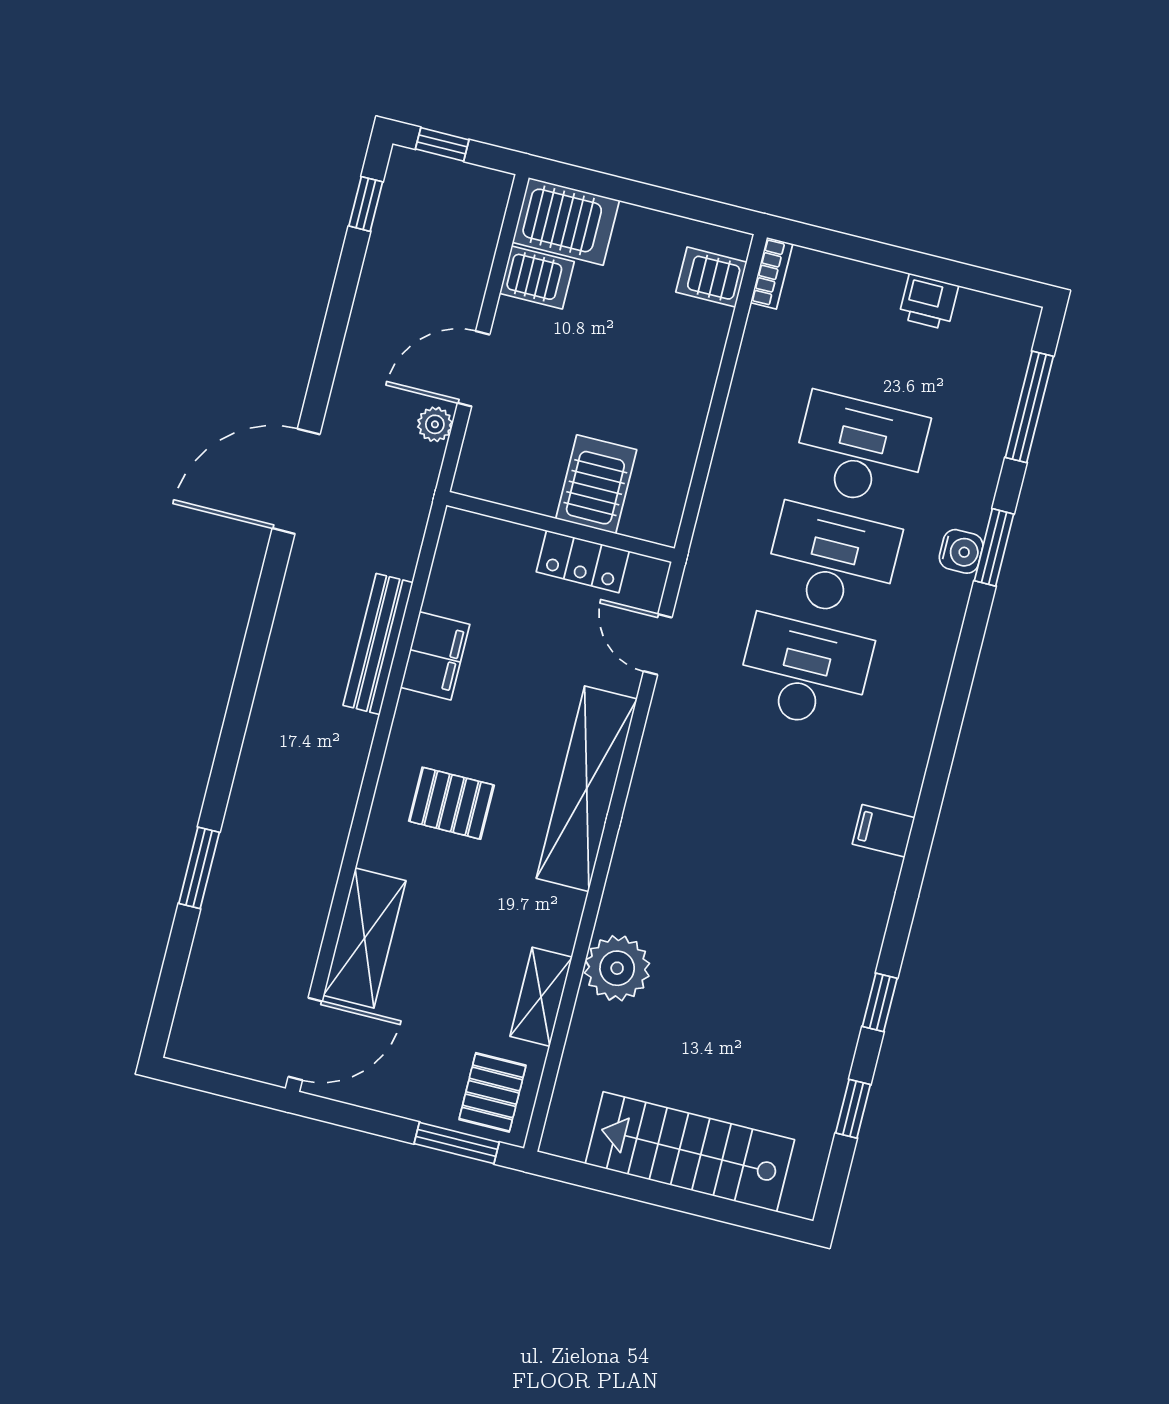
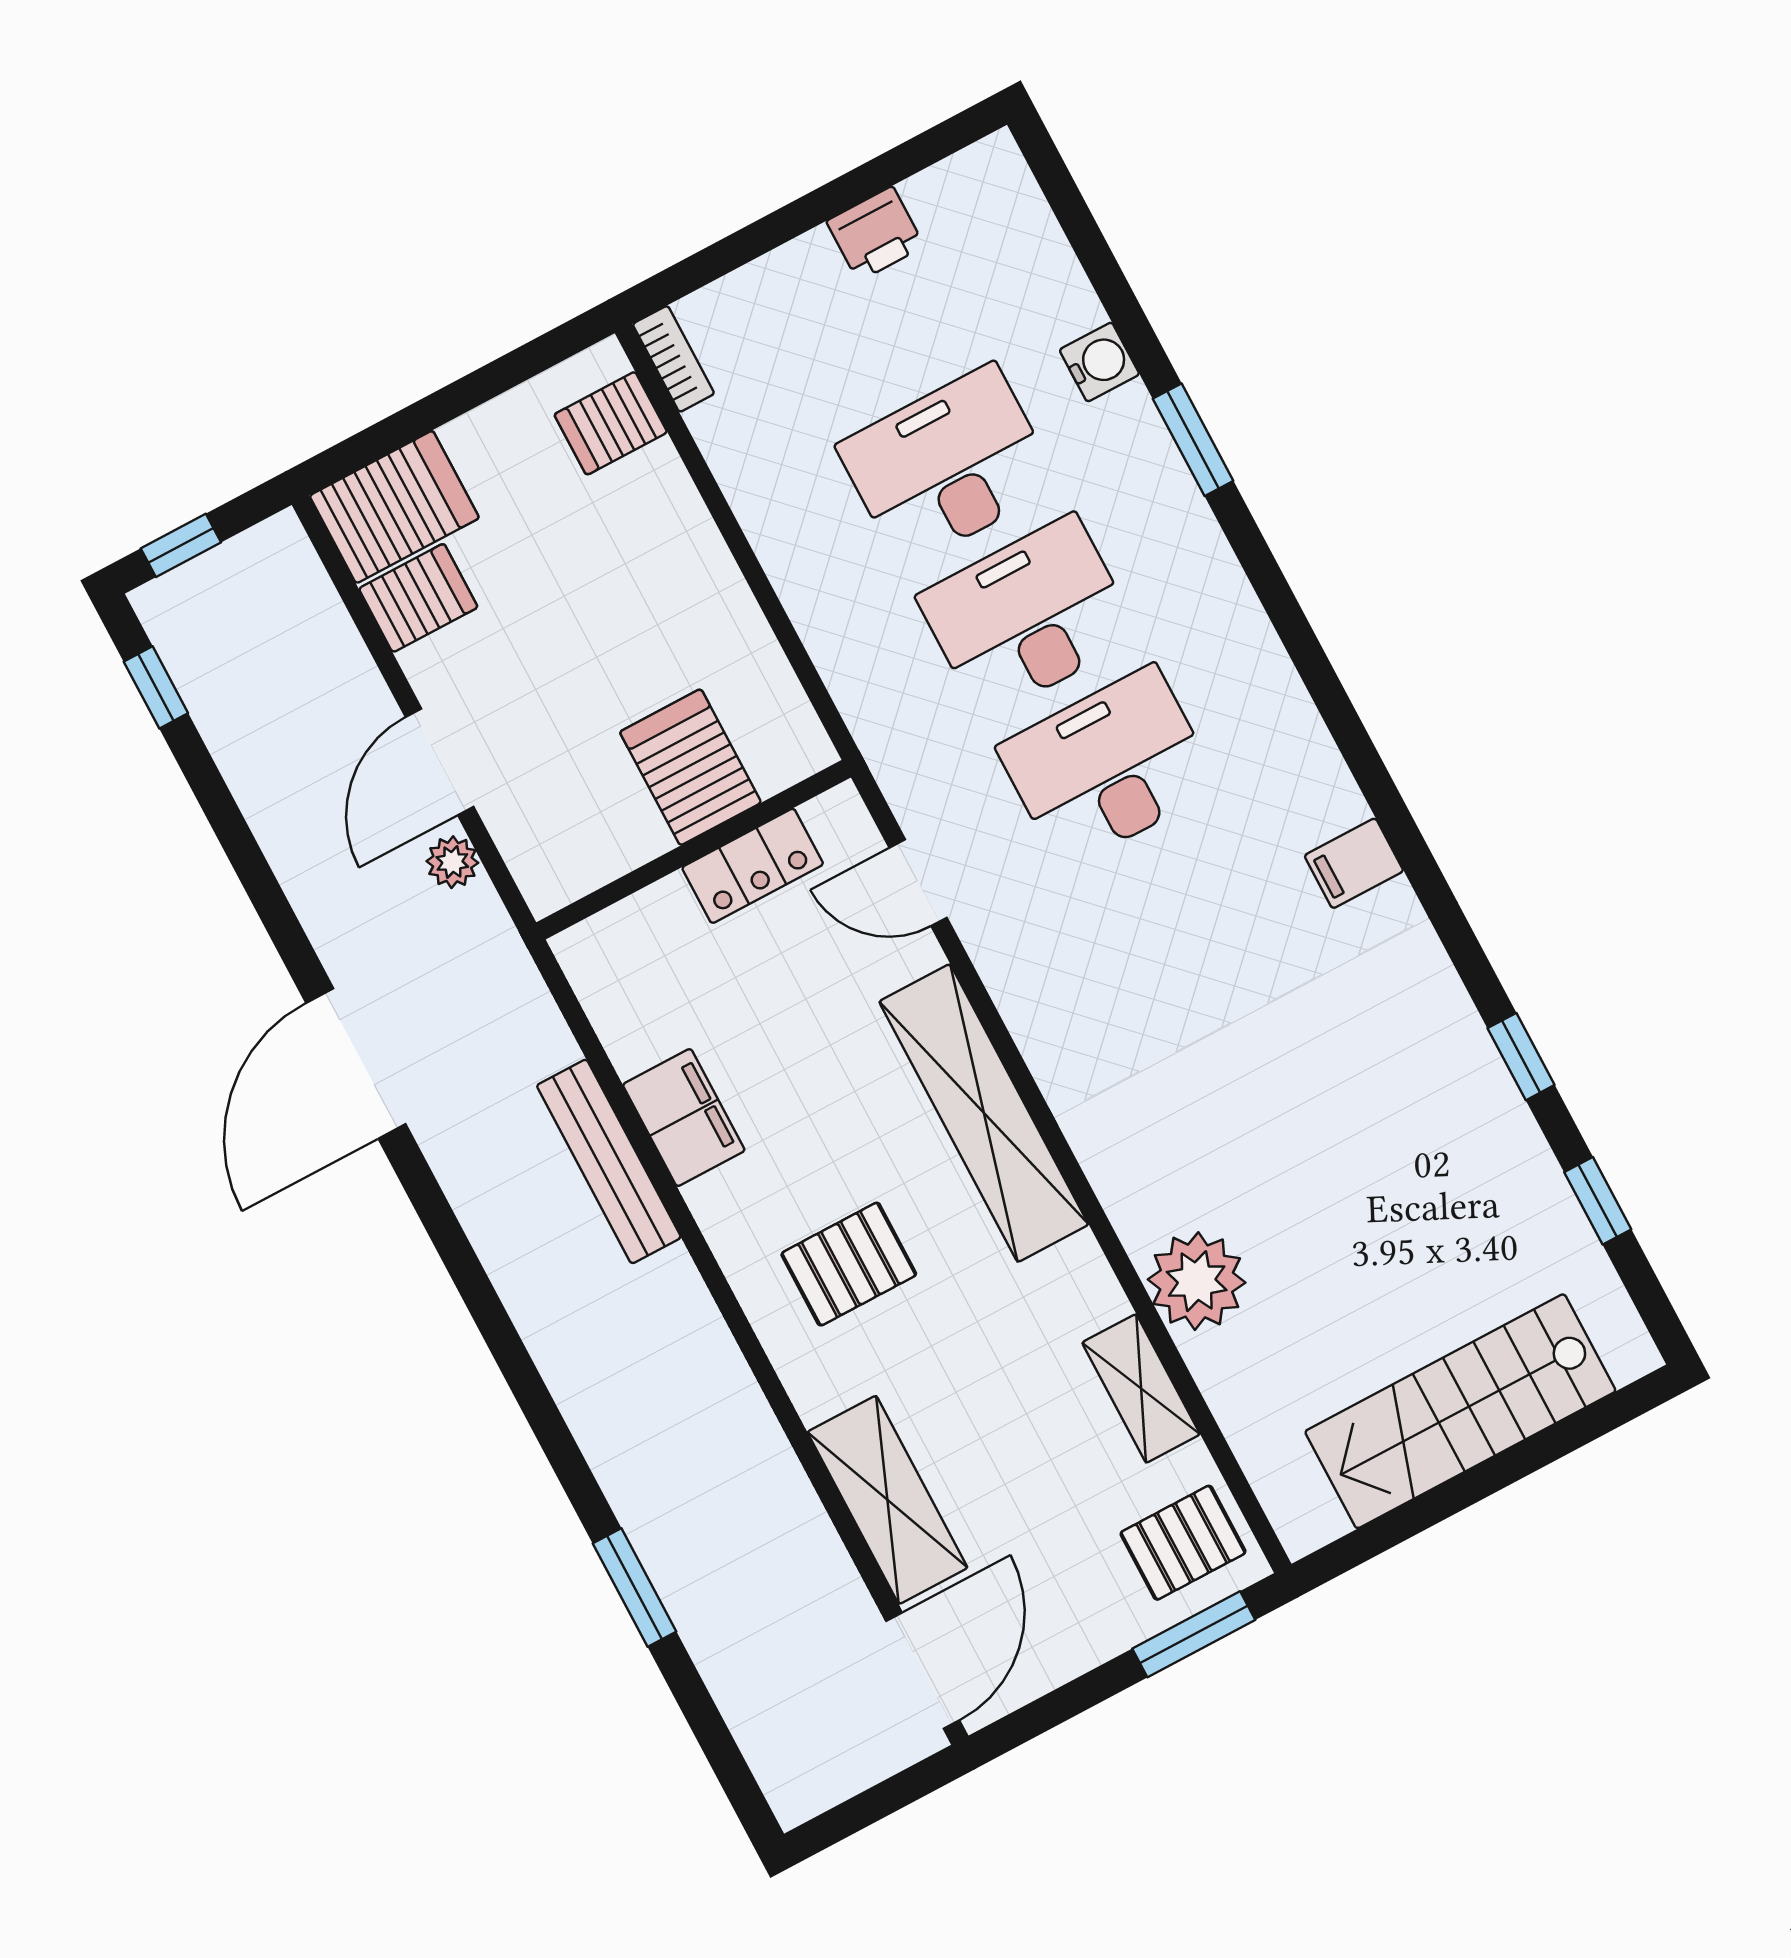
window: (1029, 407) -> (1092, 249), removed
water cooler: (961, 551) -> (1099, 362), moved
pallet: (493, 1092) -> (1183, 1543), turned 90

